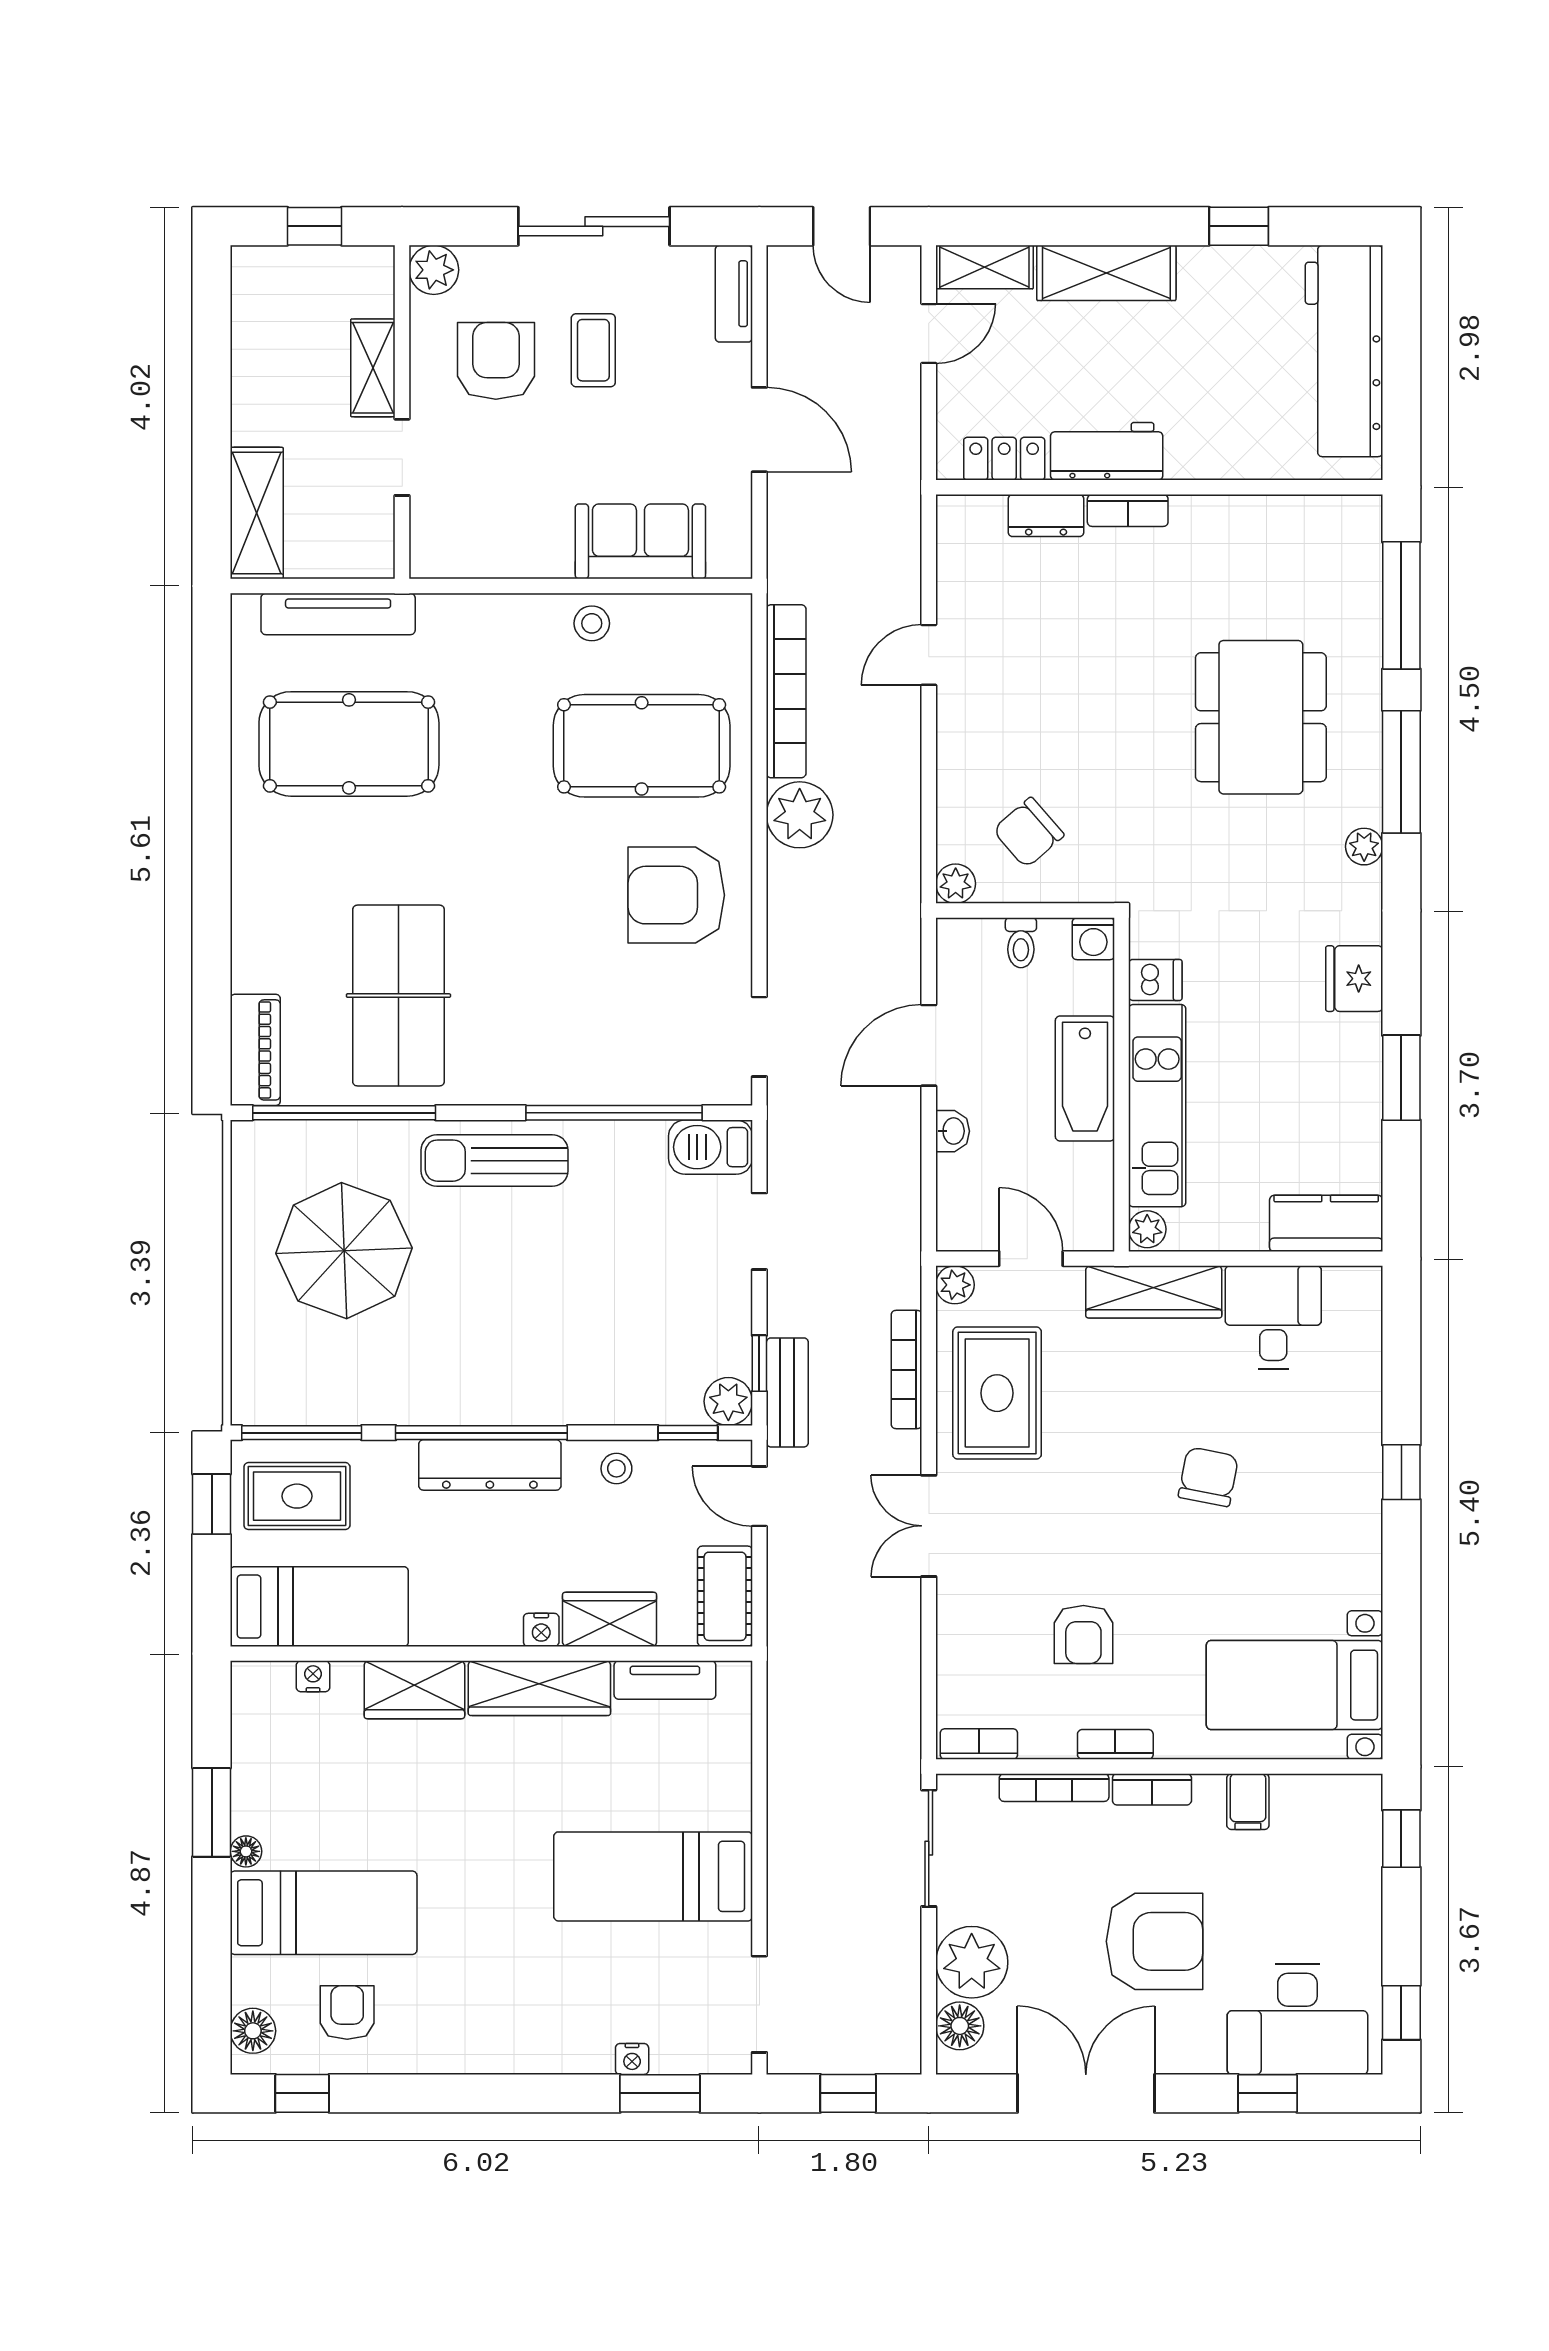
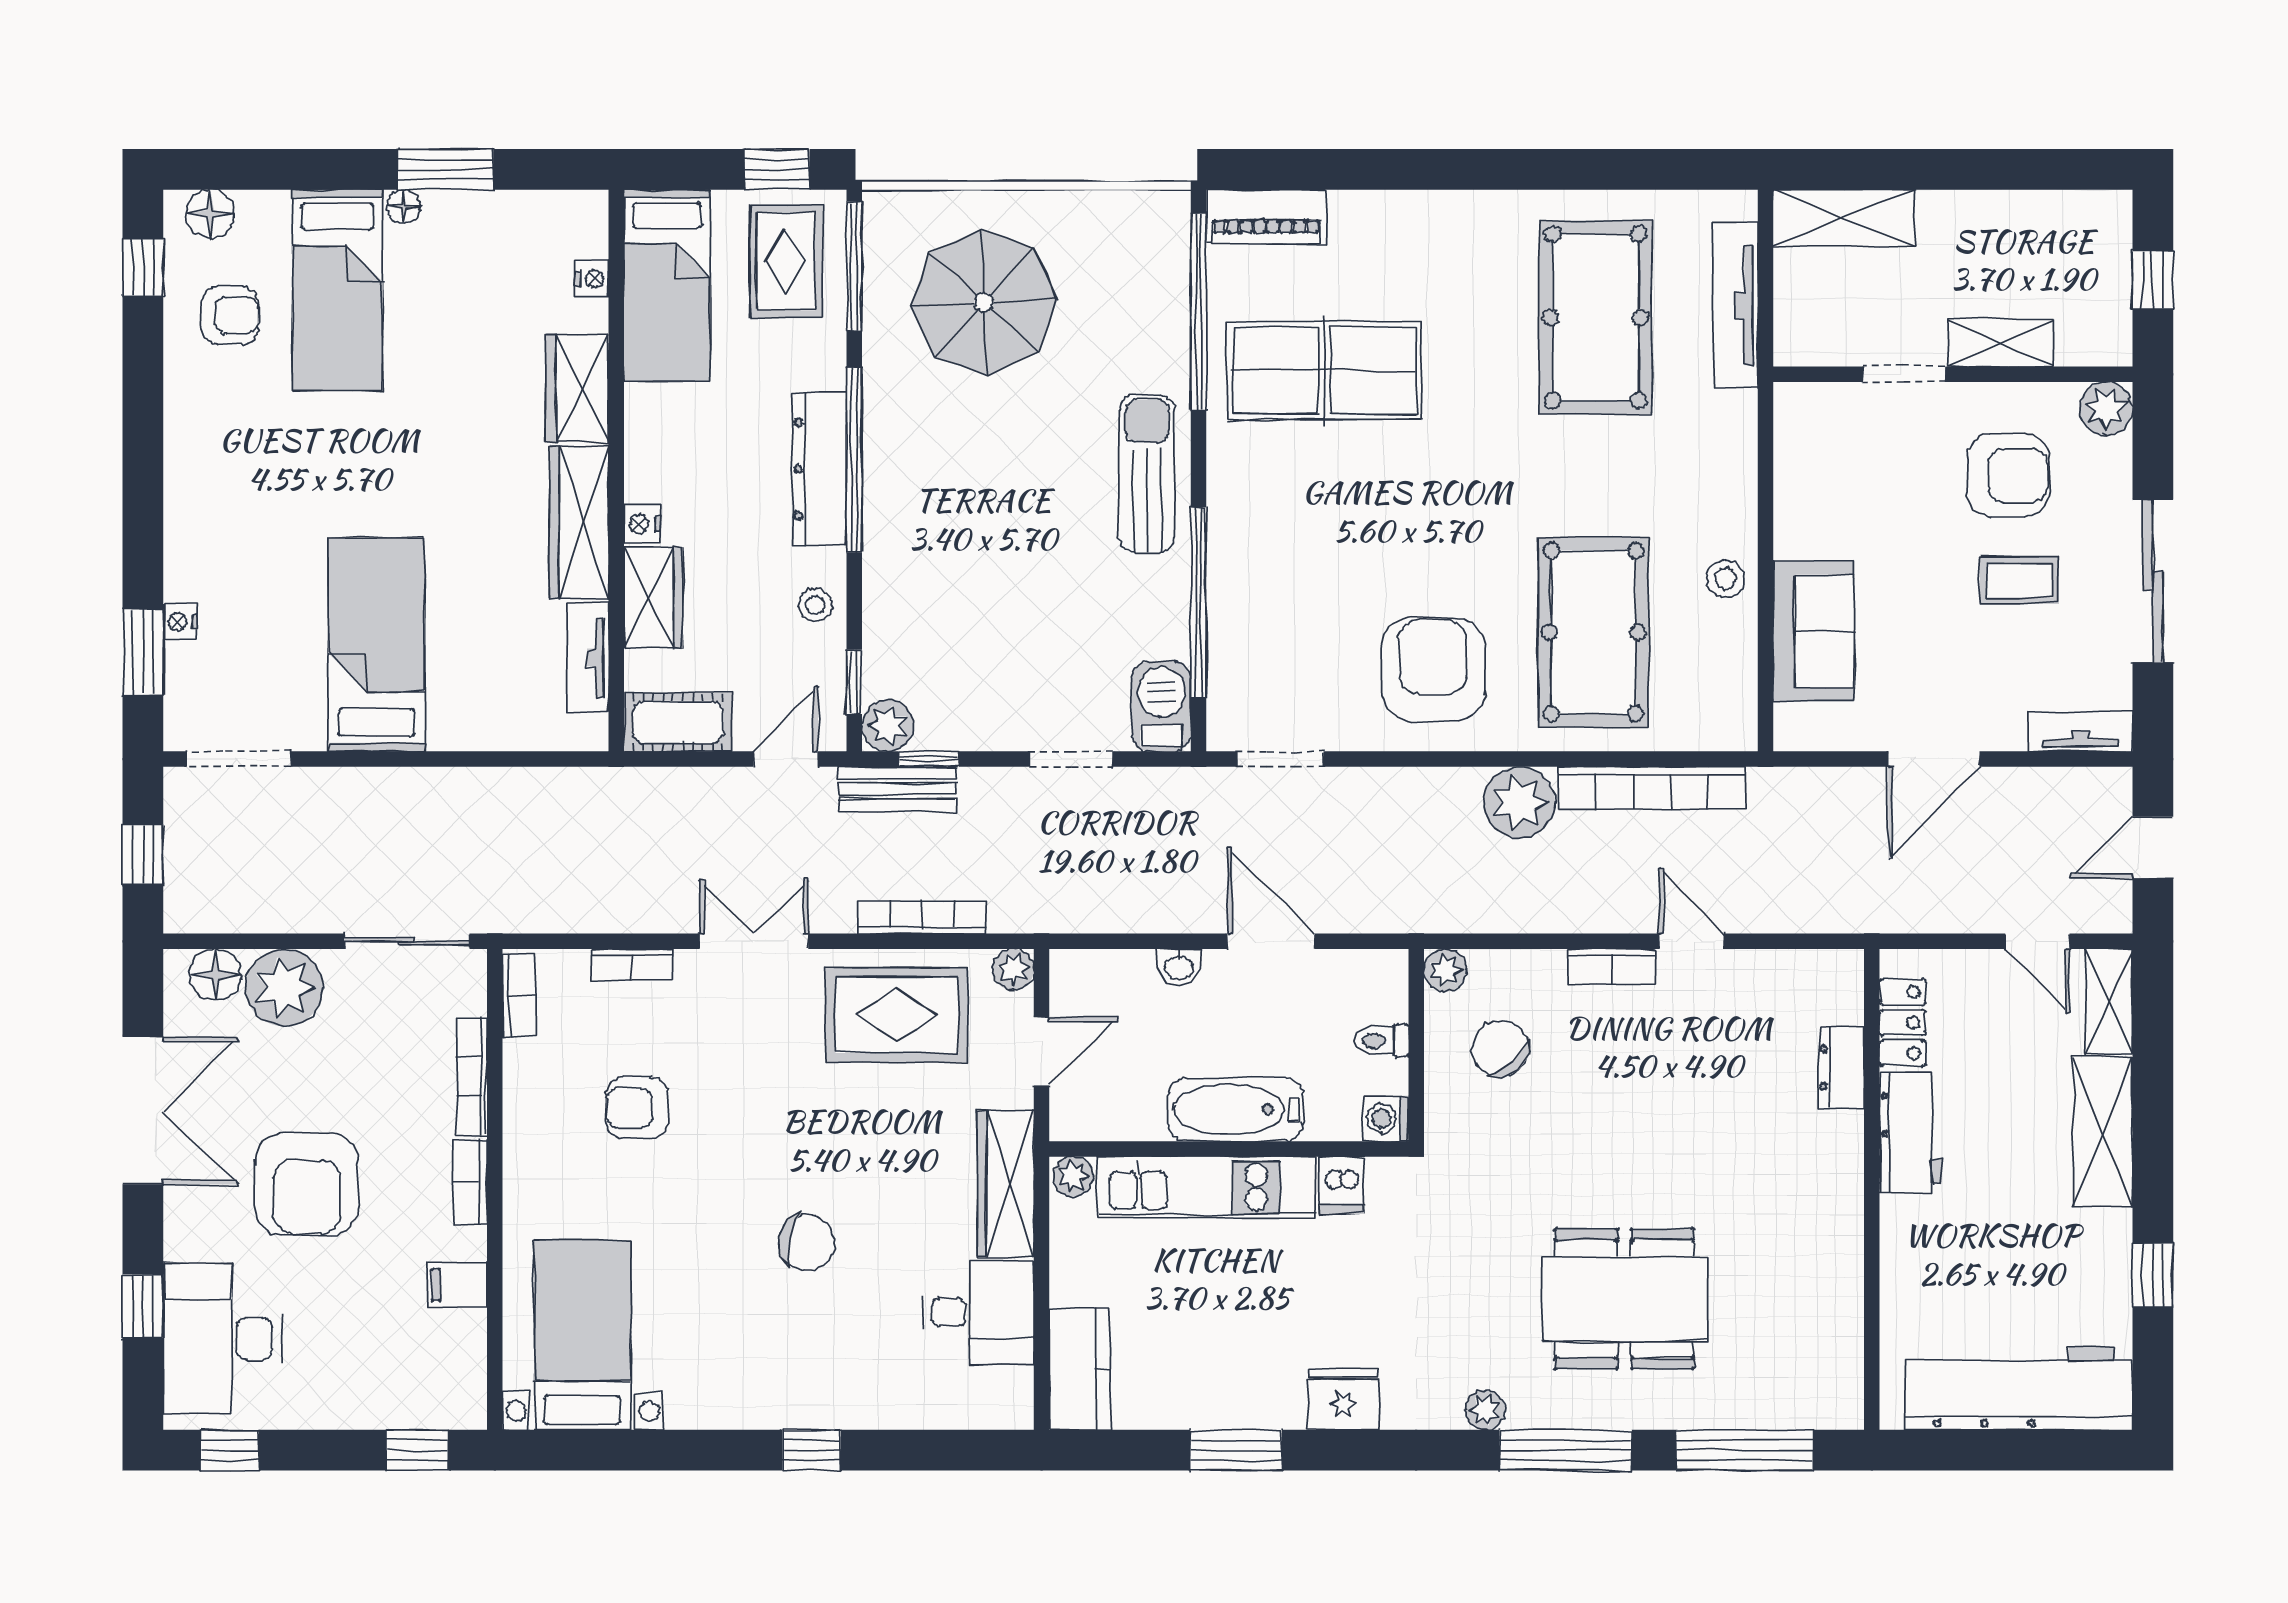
bookcase: (1128, 510) -> (1612, 966), moved, turned -90
parasol: (344, 1251) -> (984, 302), moved
bookcase: (1115, 1744) -> (632, 965), moved, turned 90

